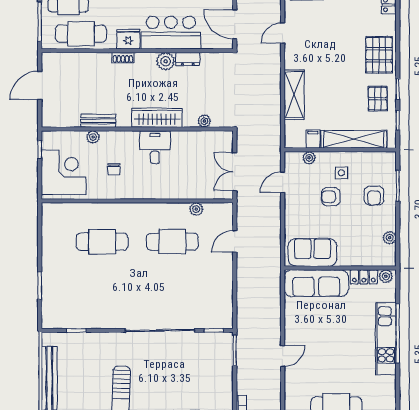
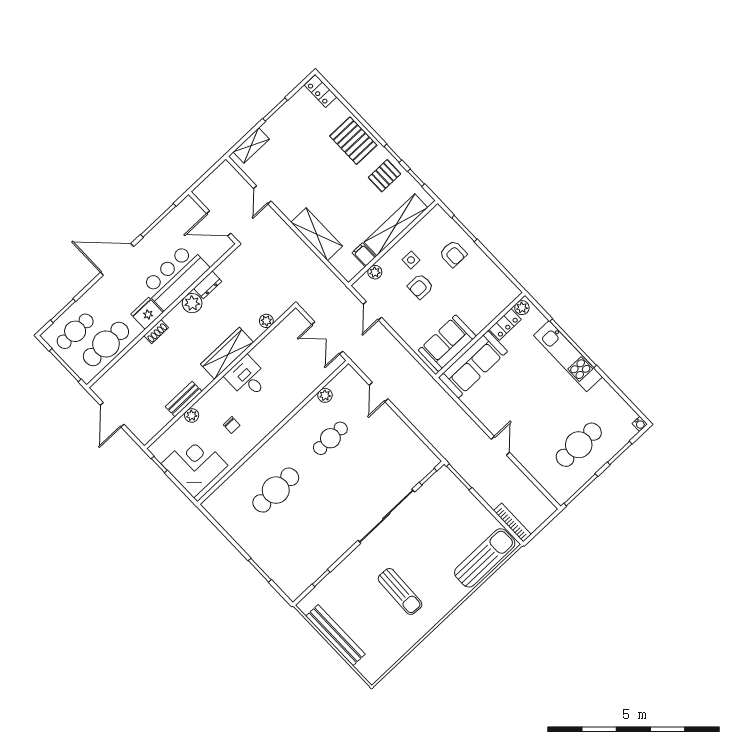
pallet: (378, 99) -> (385, 176), turned 90
plant: (390, 238) -> (496, 275), removed
cafe table: (172, 242) -> (330, 438), width x0.73, depth x0.74

